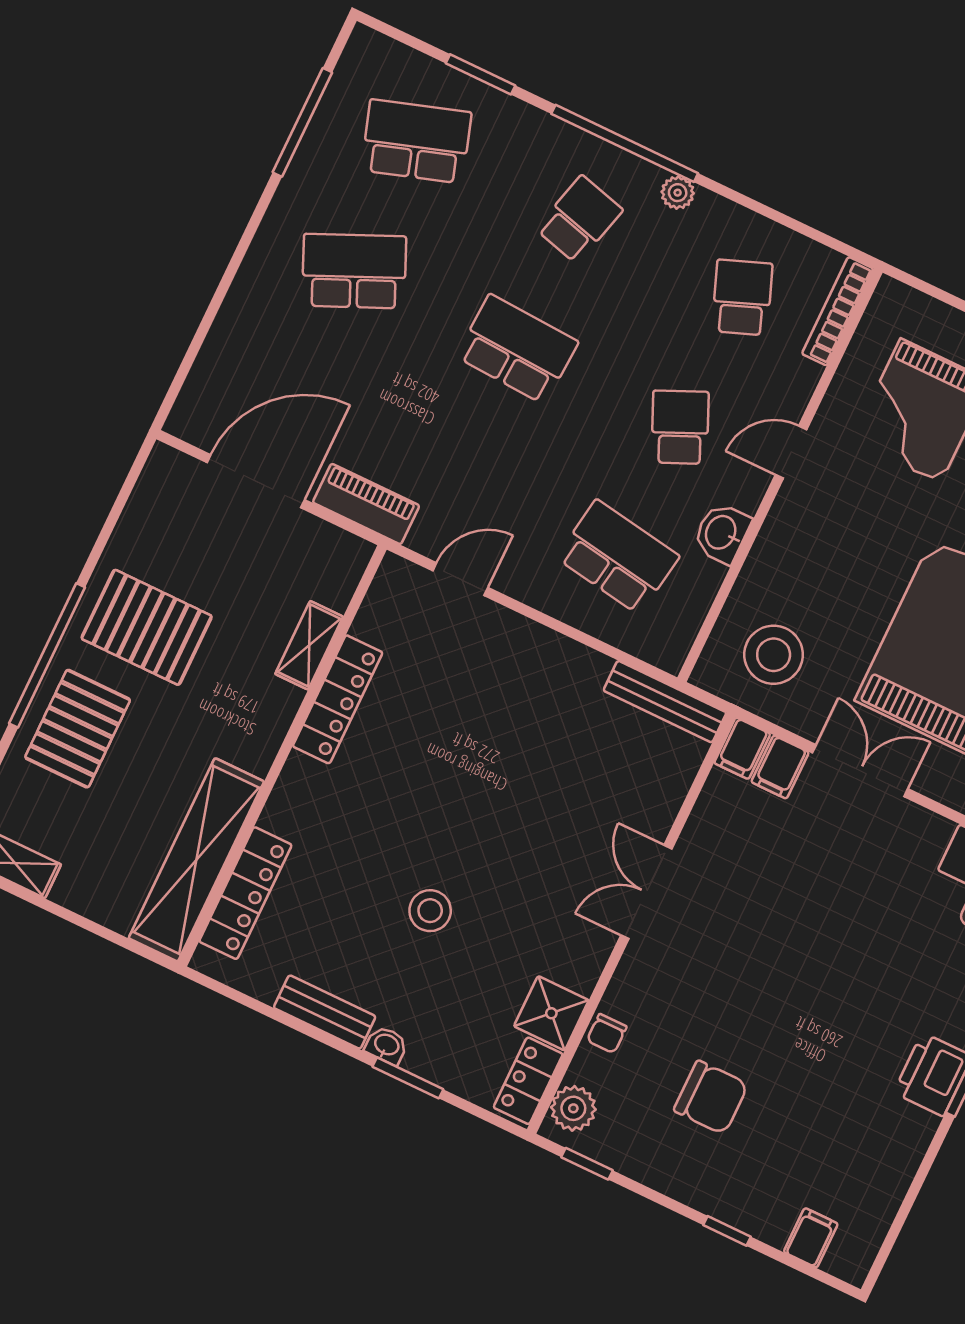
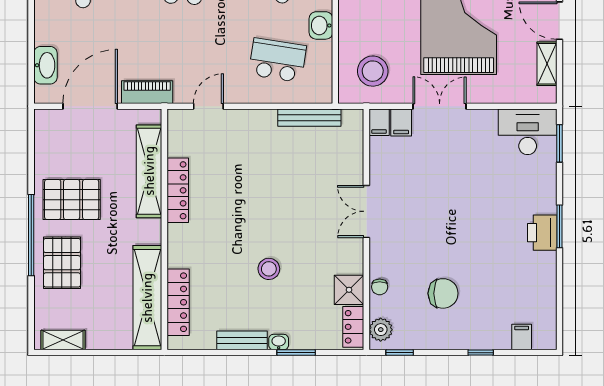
washbasin: (212, 373) -> (45, 65), added
shelving: (309, 645) -> (149, 171), width x2.20, depth x1.33
bench: (665, 702) -> (309, 118), moved

